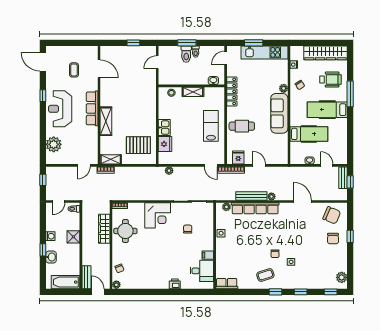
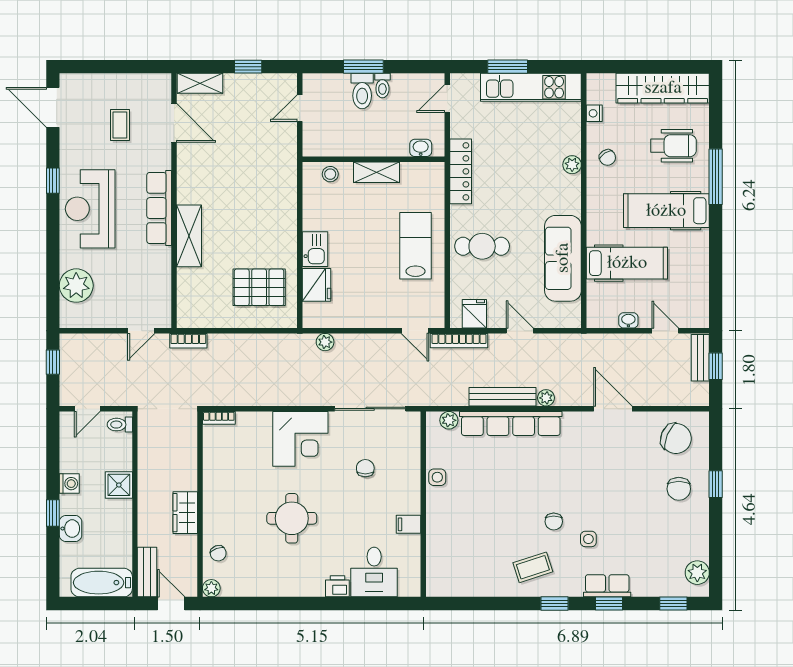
sofa: (279, 113) -> (563, 258), moved
shelving: (111, 159) -> (200, 83), moved
wardrobe: (104, 229) -> (185, 513), moved, width x0.67
round table: (125, 231) -> (292, 518), moved
desk: (202, 271) -> (374, 572), moved, turned 90
row of seats: (227, 284) -> (607, 586), moved

